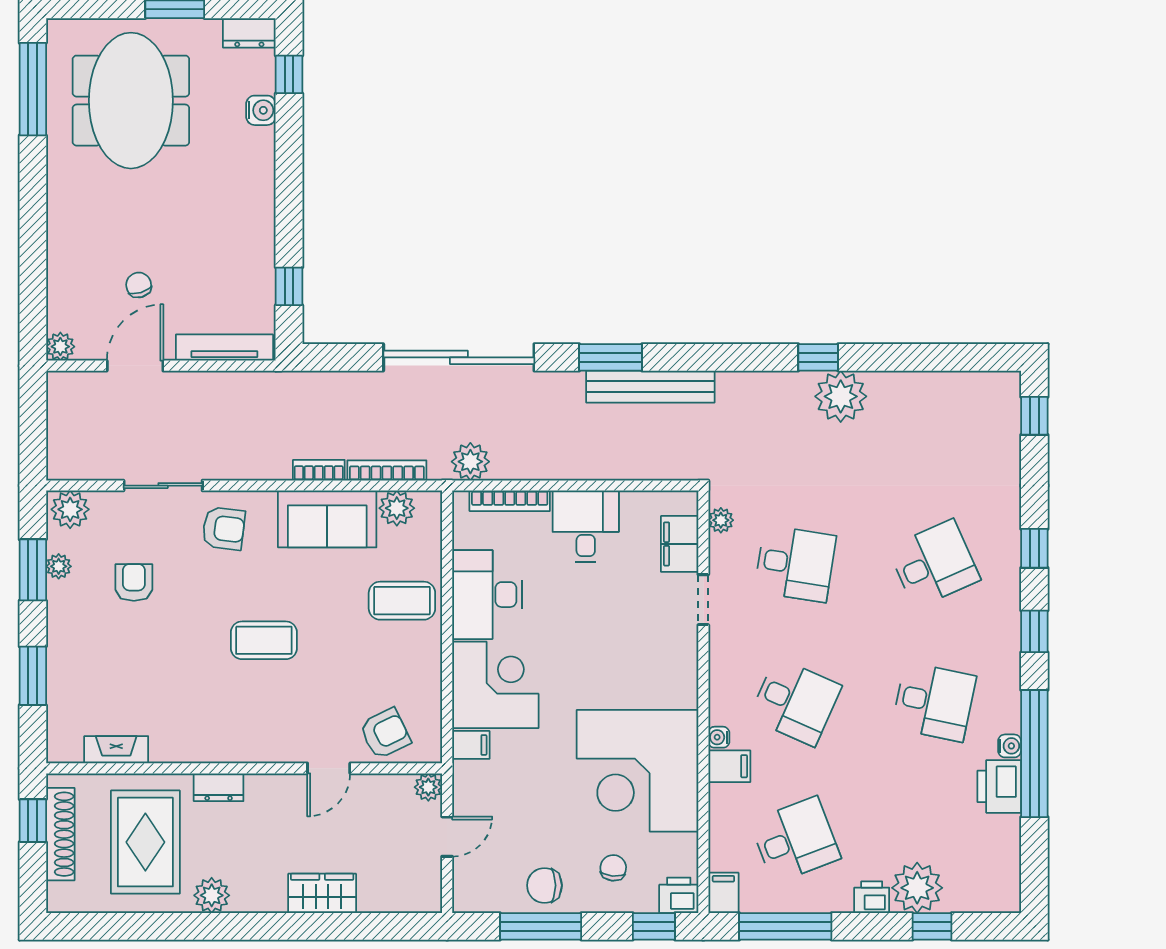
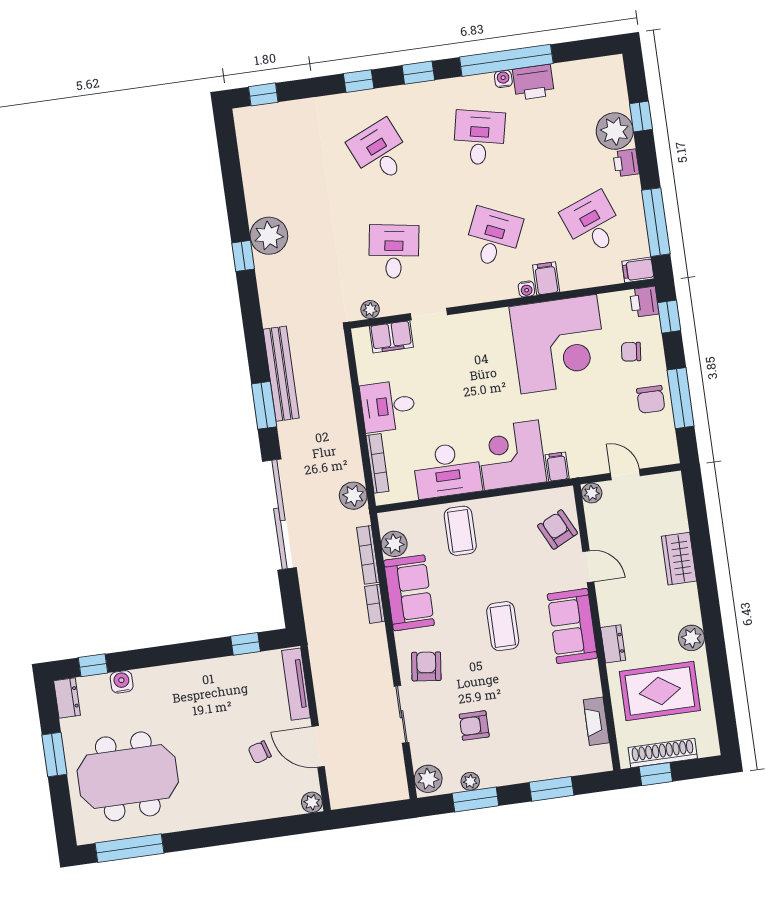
sofa: (251, 735) -> (572, 626), added

